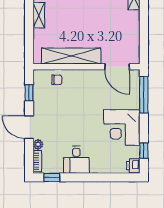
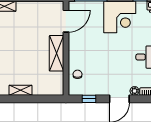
shelving: (71, 56) -> (56, 53), width x0.68

